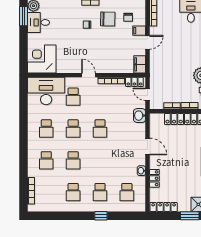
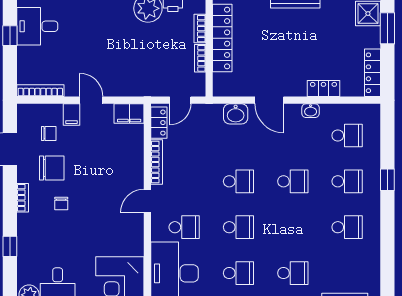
chair: (108, 19) -> (52, 168), turned 89
washbasin: (140, 116) -> (236, 114), moved
door: (148, 147) -> (269, 100), swing flipped
school desk: (73, 160) -> (293, 181), moved

